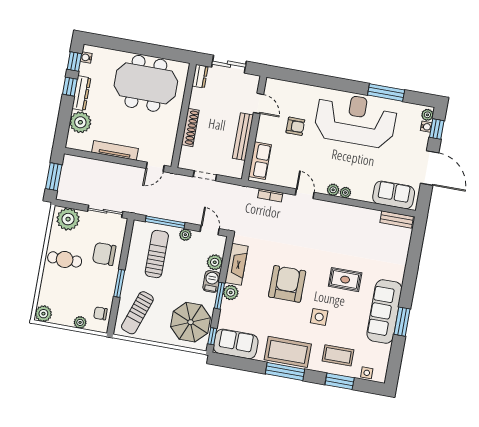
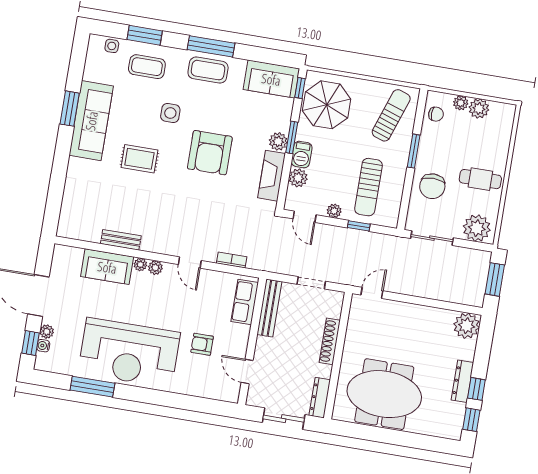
water cooler: (86, 58) -> (457, 425), removed
dresser: (200, 76) -> (320, 398), width x1.44
plant: (427, 115) -> (47, 332), moved
plant: (80, 122) -> (467, 326), moved
bench: (243, 137) -> (269, 308), moved
tv unit: (115, 150) -> (421, 312), removed
sofa: (394, 195) -> (107, 267), moved
bench: (397, 219) -> (121, 240), moved
window: (165, 222) -> (359, 226), width x0.46
chair: (104, 254) -> (432, 186), turned 90
plant: (43, 314) -> (479, 109), moved
coffee table: (288, 352) -> (208, 70), width x0.73, depth x0.76

